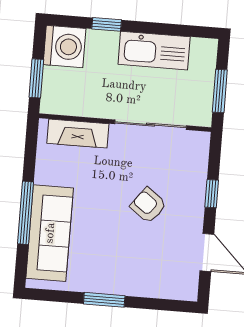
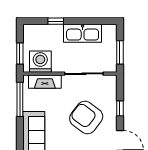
washing machine: (64, 47) -> (40, 62), moved, turned -90
armchair: (148, 205) -> (86, 117), width x1.88, depth x1.88
window: (26, 213) -> (20, 99), moved

